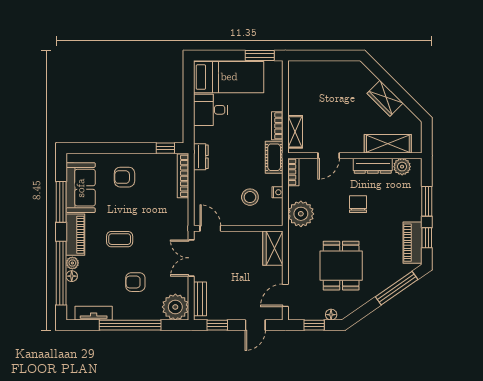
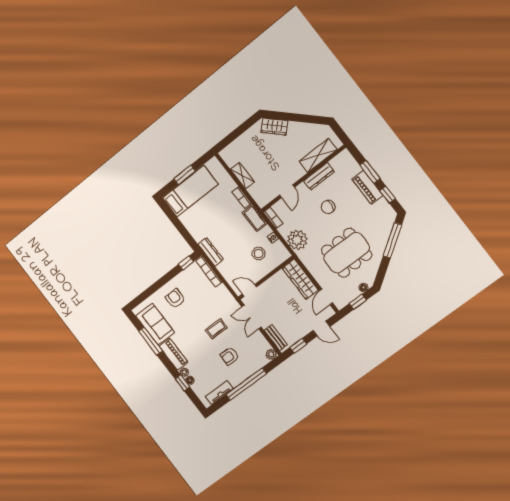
window: (260, 56) -> (184, 175), moved
wardrobe: (385, 98) -> (274, 126), moved
desk: (210, 110) -> (195, 219), removed
shelving: (295, 132) -> (242, 176), moved
dresser: (201, 157) -> (211, 252), width x1.44
plant: (402, 167) -> (338, 163), removed
armchair: (124, 177) -> (175, 299), turned 90
chair: (358, 204) -> (328, 207), turned -84
coffee table: (120, 239) -> (216, 329), moved
piano: (413, 243) -> (368, 187), moved
wardrobe: (273, 248) -> (300, 279), width x1.50
dining table: (341, 266) -> (347, 253), width x1.37
window: (61, 273) -> (183, 383), width x0.32
plant: (175, 307) -> (271, 354), width x0.53, depth x0.53
door: (255, 325) -> (321, 329), hinge flipped

